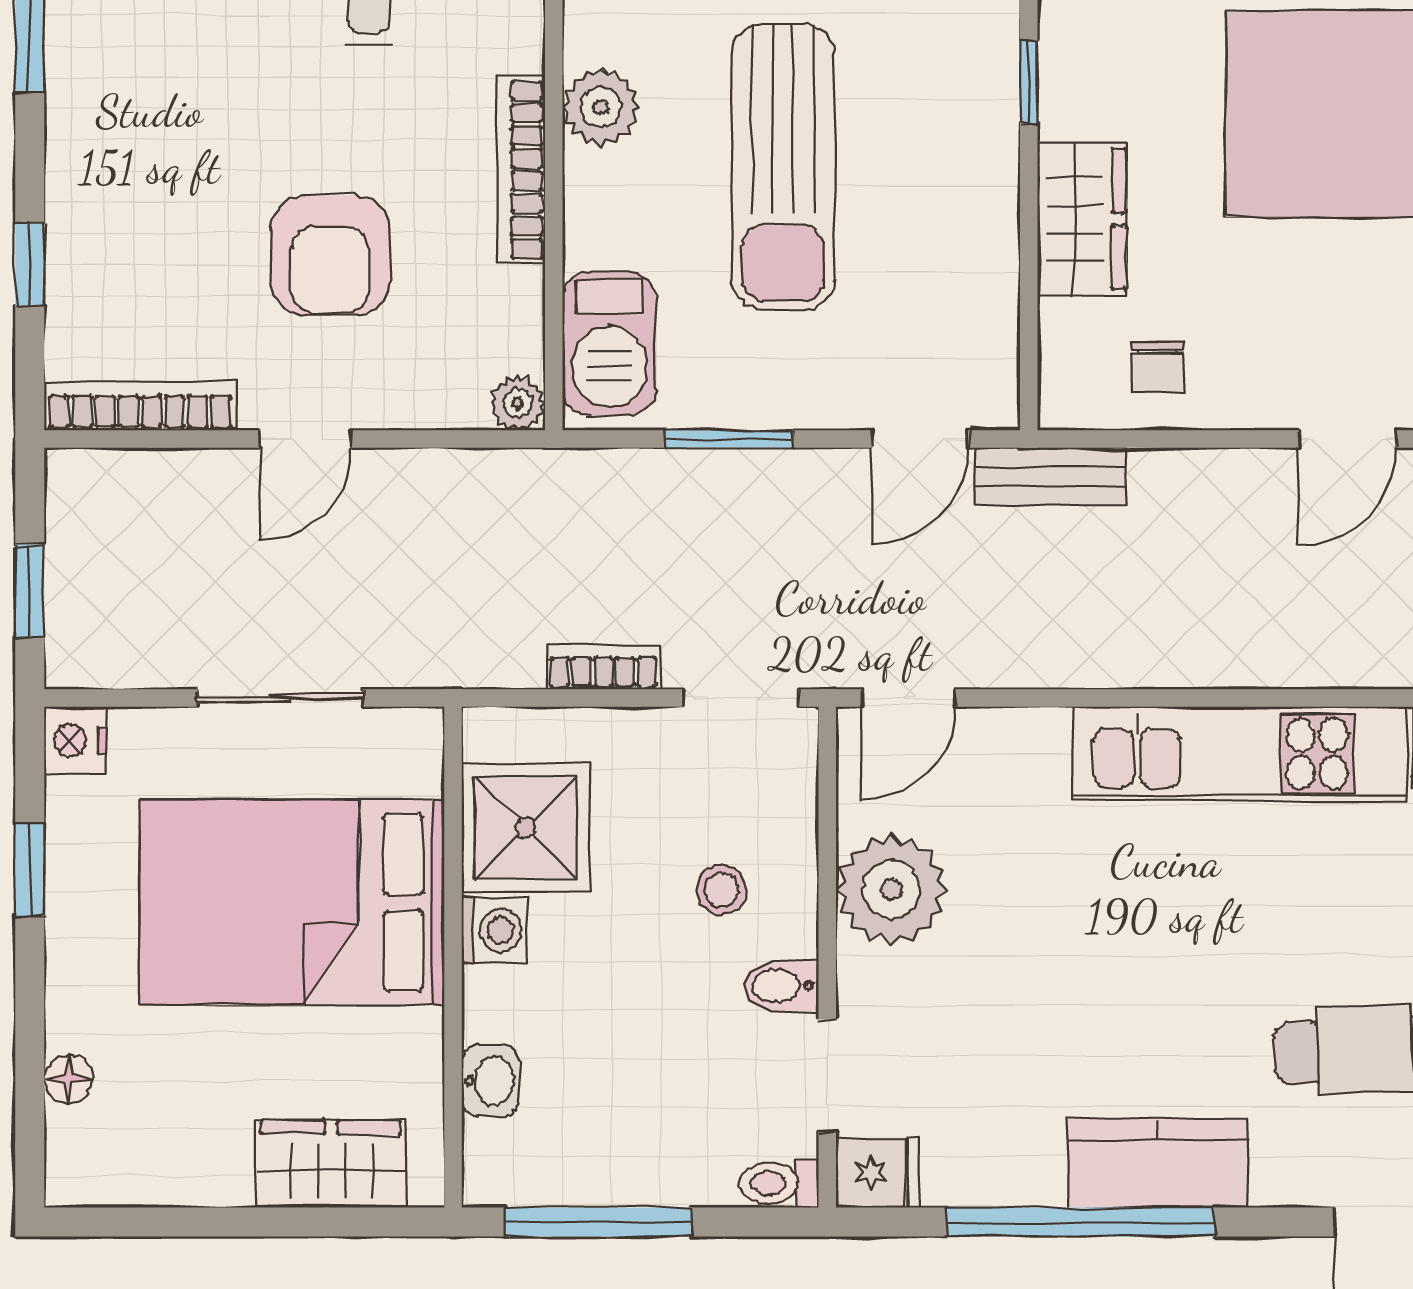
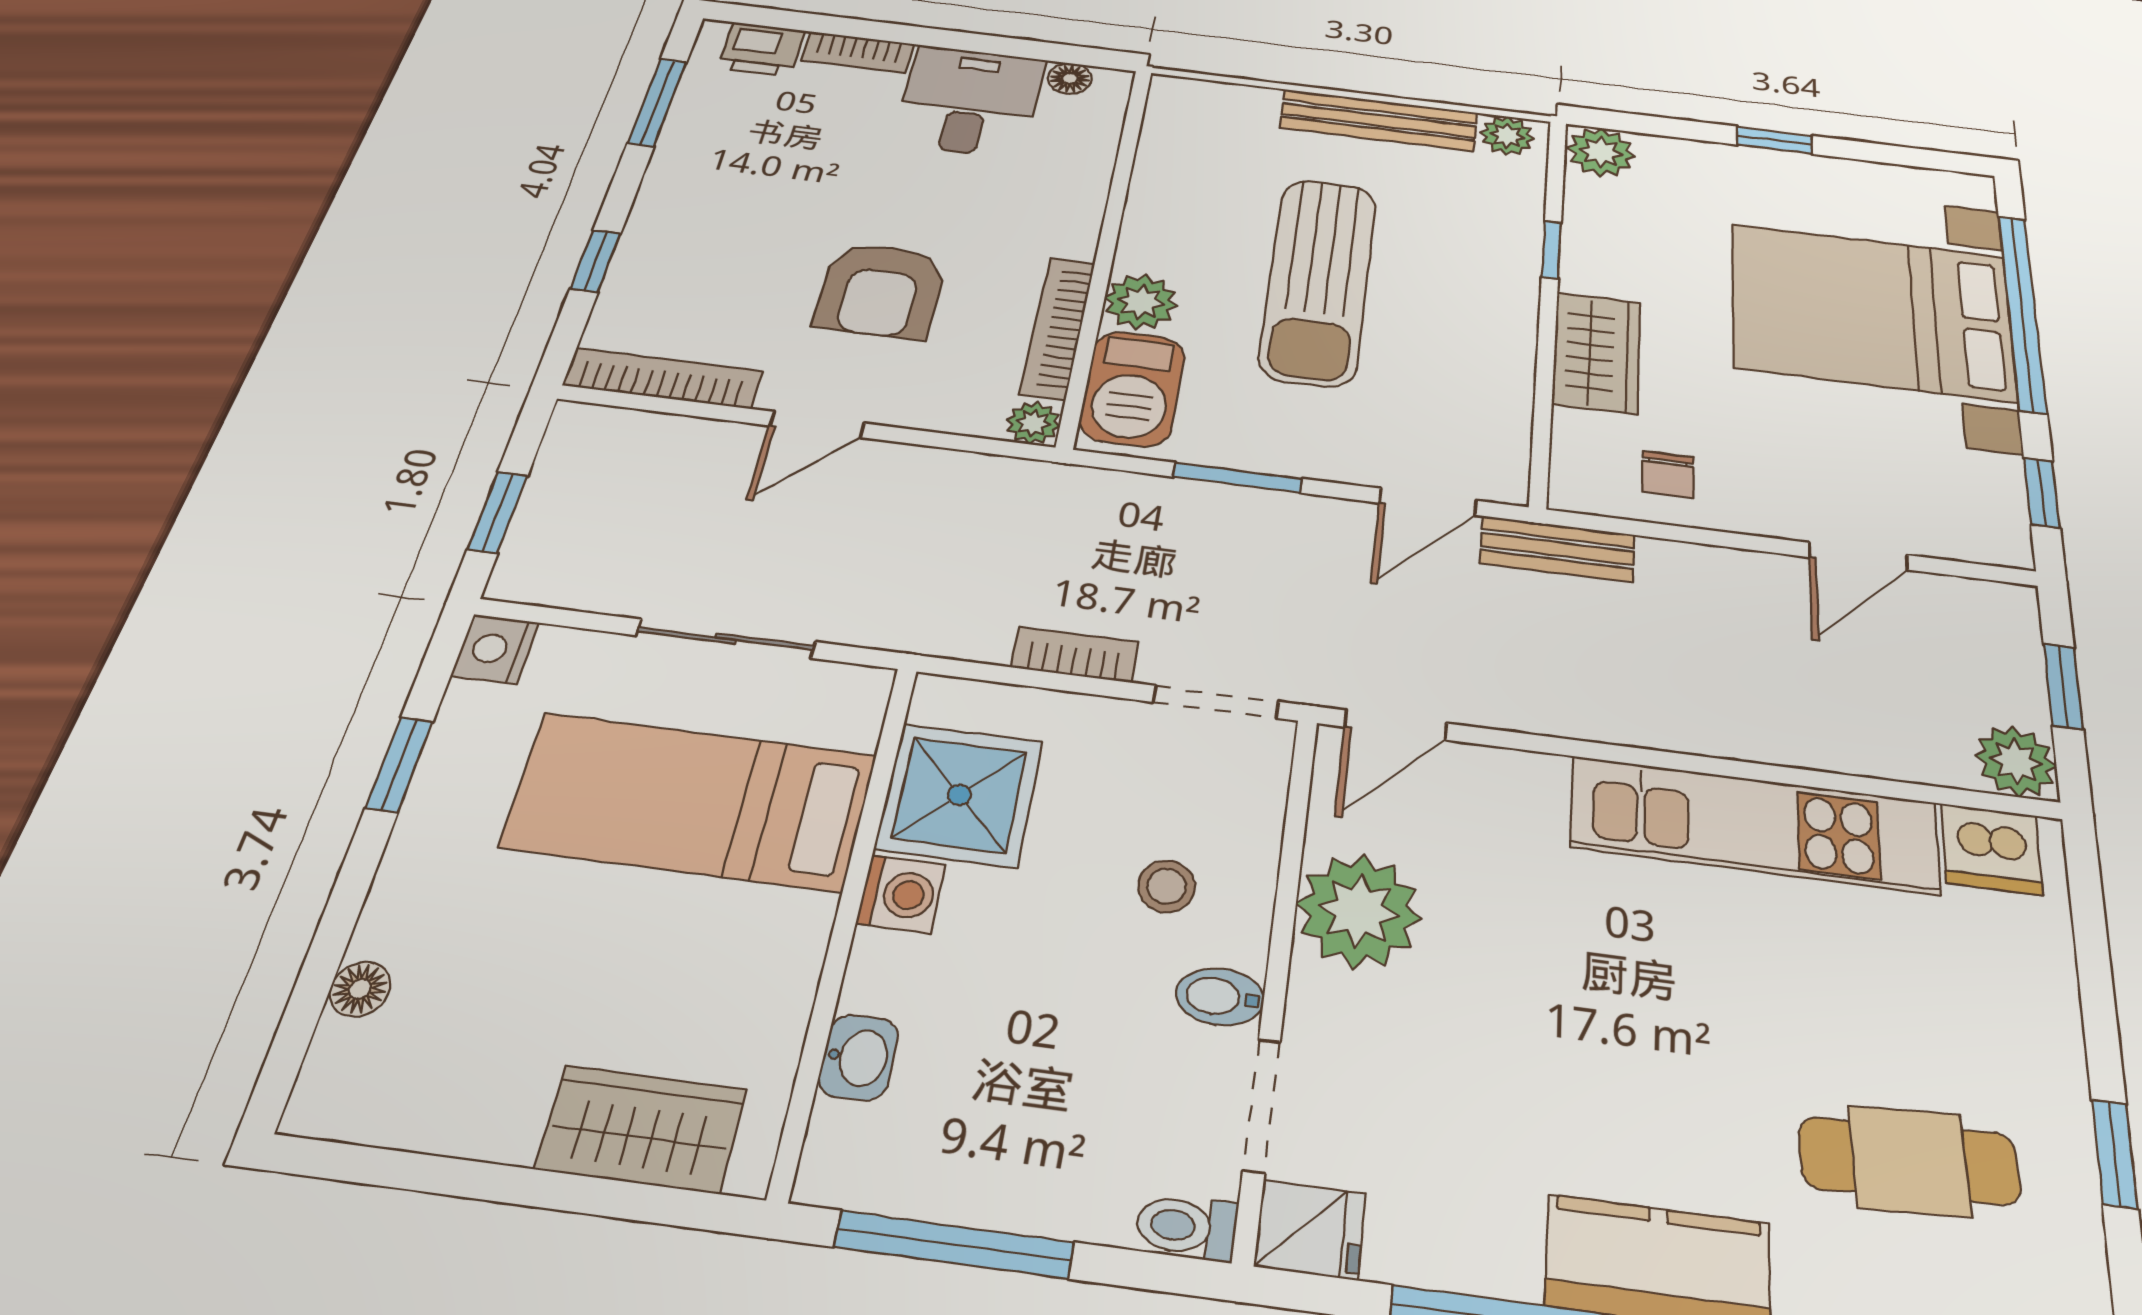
plant: (601, 107) -> (1141, 302), moved
bookcase: (521, 170) -> (1058, 328), moved
bed: (292, 902) -> (690, 801), width x0.67

